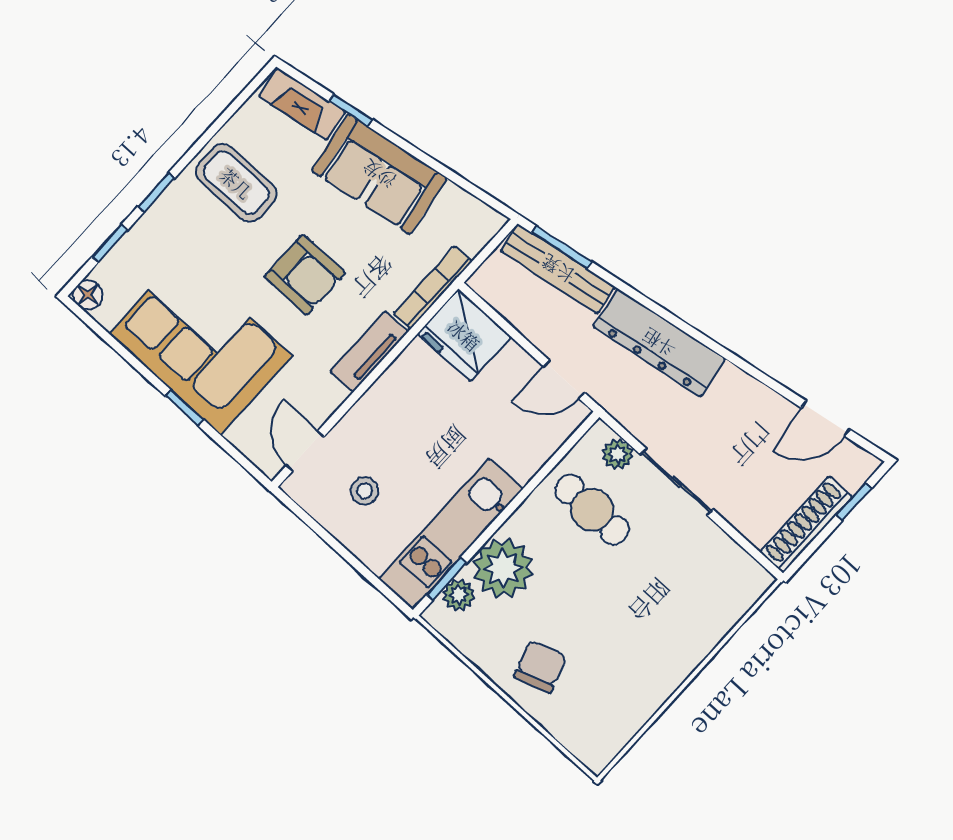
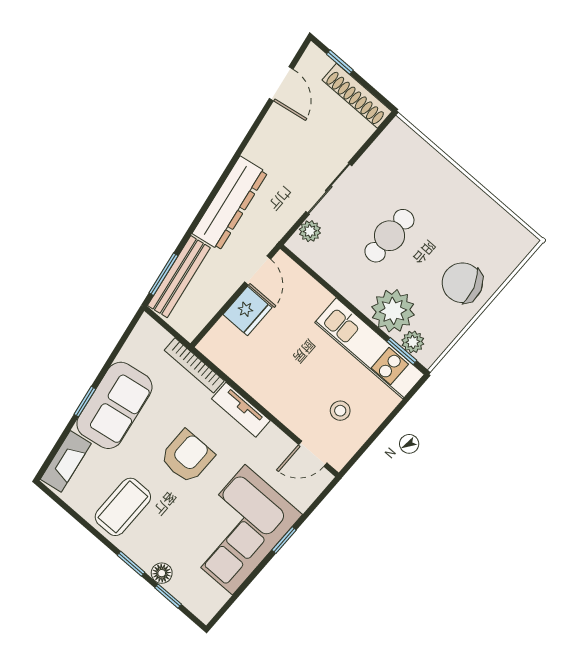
window: (351, 110) -> (85, 402), moved
floor lamp: (88, 295) -> (162, 573), moved
fridge: (464, 335) -> (247, 311), moved, width x0.73, depth x0.75
cafe table: (592, 510) -> (389, 236), moved
chair: (540, 666) -> (462, 283), width x1.37, depth x1.37

